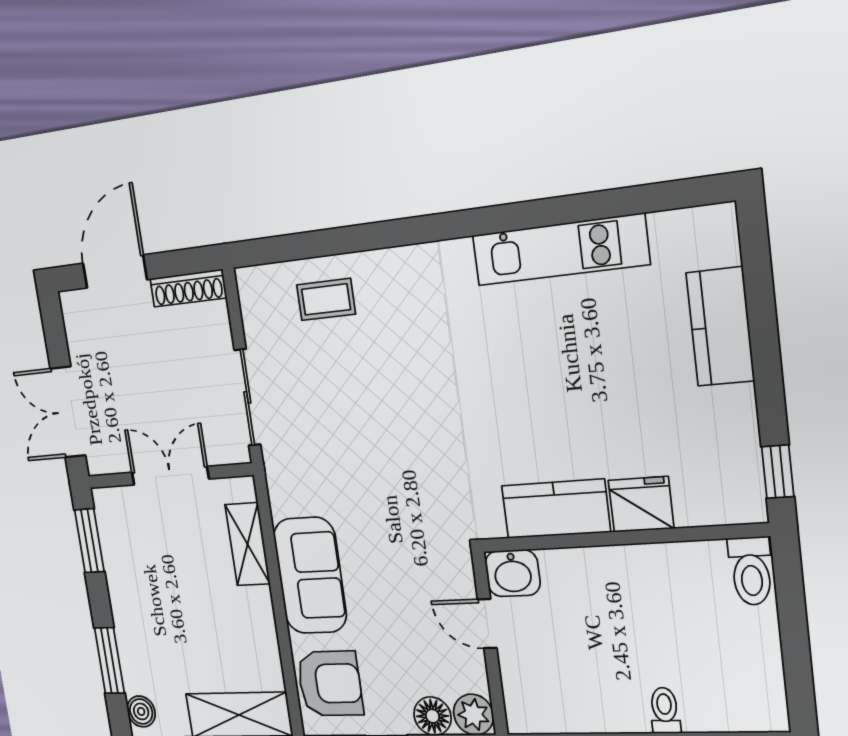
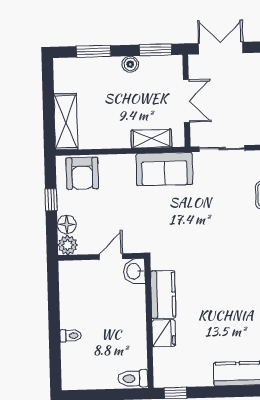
sofa: (310, 576) -> (164, 169), moved
boiler: (141, 711) -> (130, 64), moved

